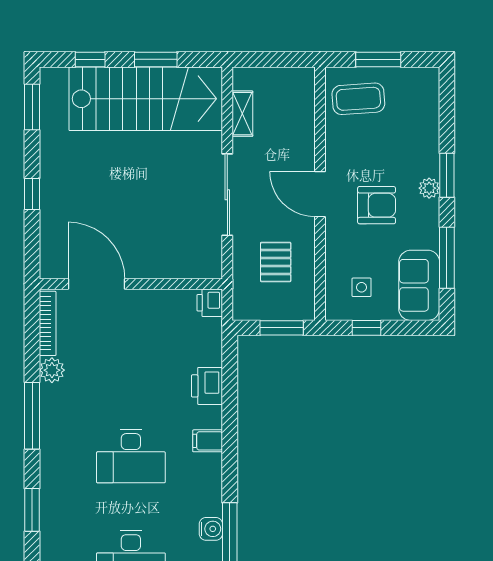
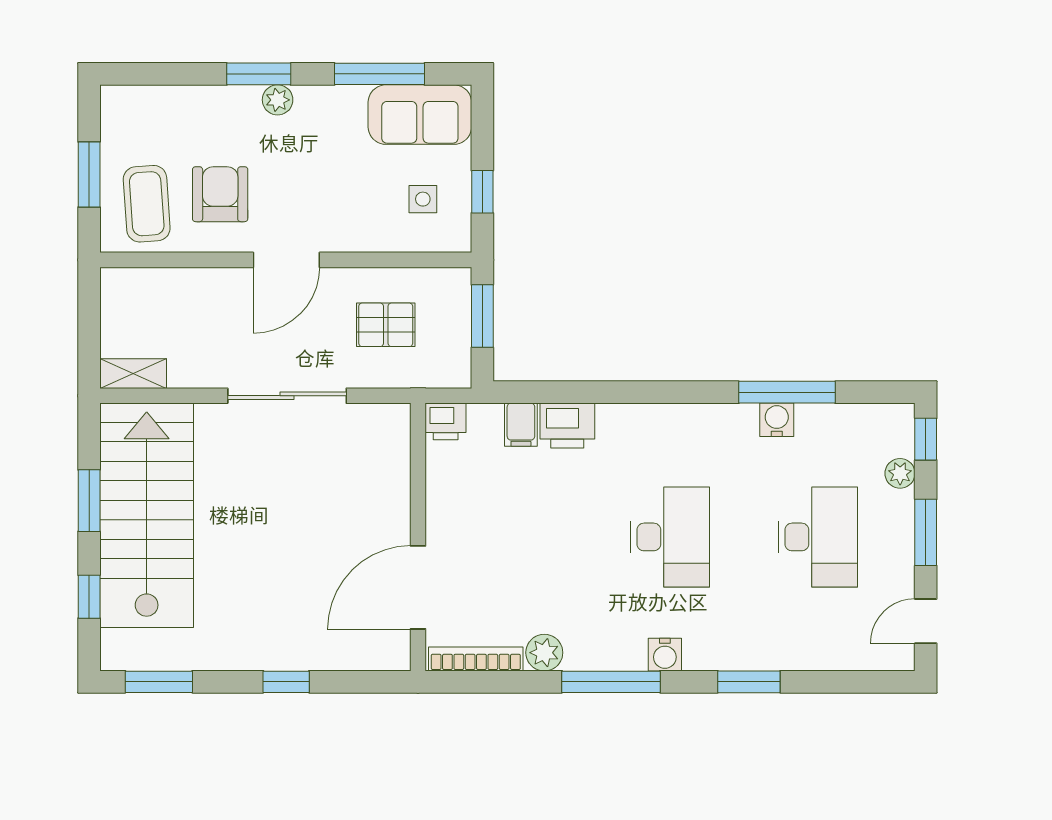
shelving: (242, 114) -> (133, 374), moved
armchair: (377, 205) -> (220, 194), moved
filing cabinet: (208, 441) -> (521, 425), moved
water cooler: (51, 453) -> (665, 655), added

